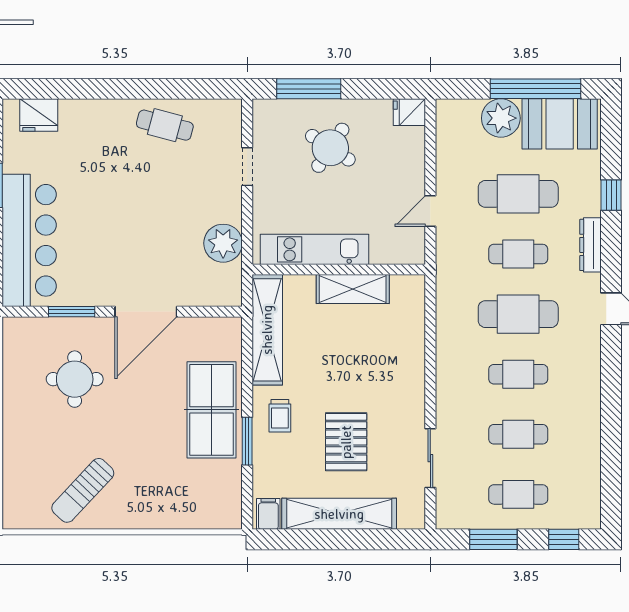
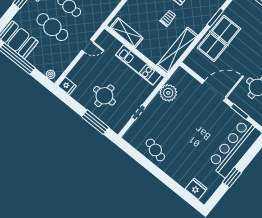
plant: (501, 118) -> (51, 74), moved, width x0.53, depth x0.53
round table: (330, 148) -> (104, 96), turned -33
shelving: (353, 289) -> (127, 33), moved
trolley: (280, 416) -> (168, 18), moved

